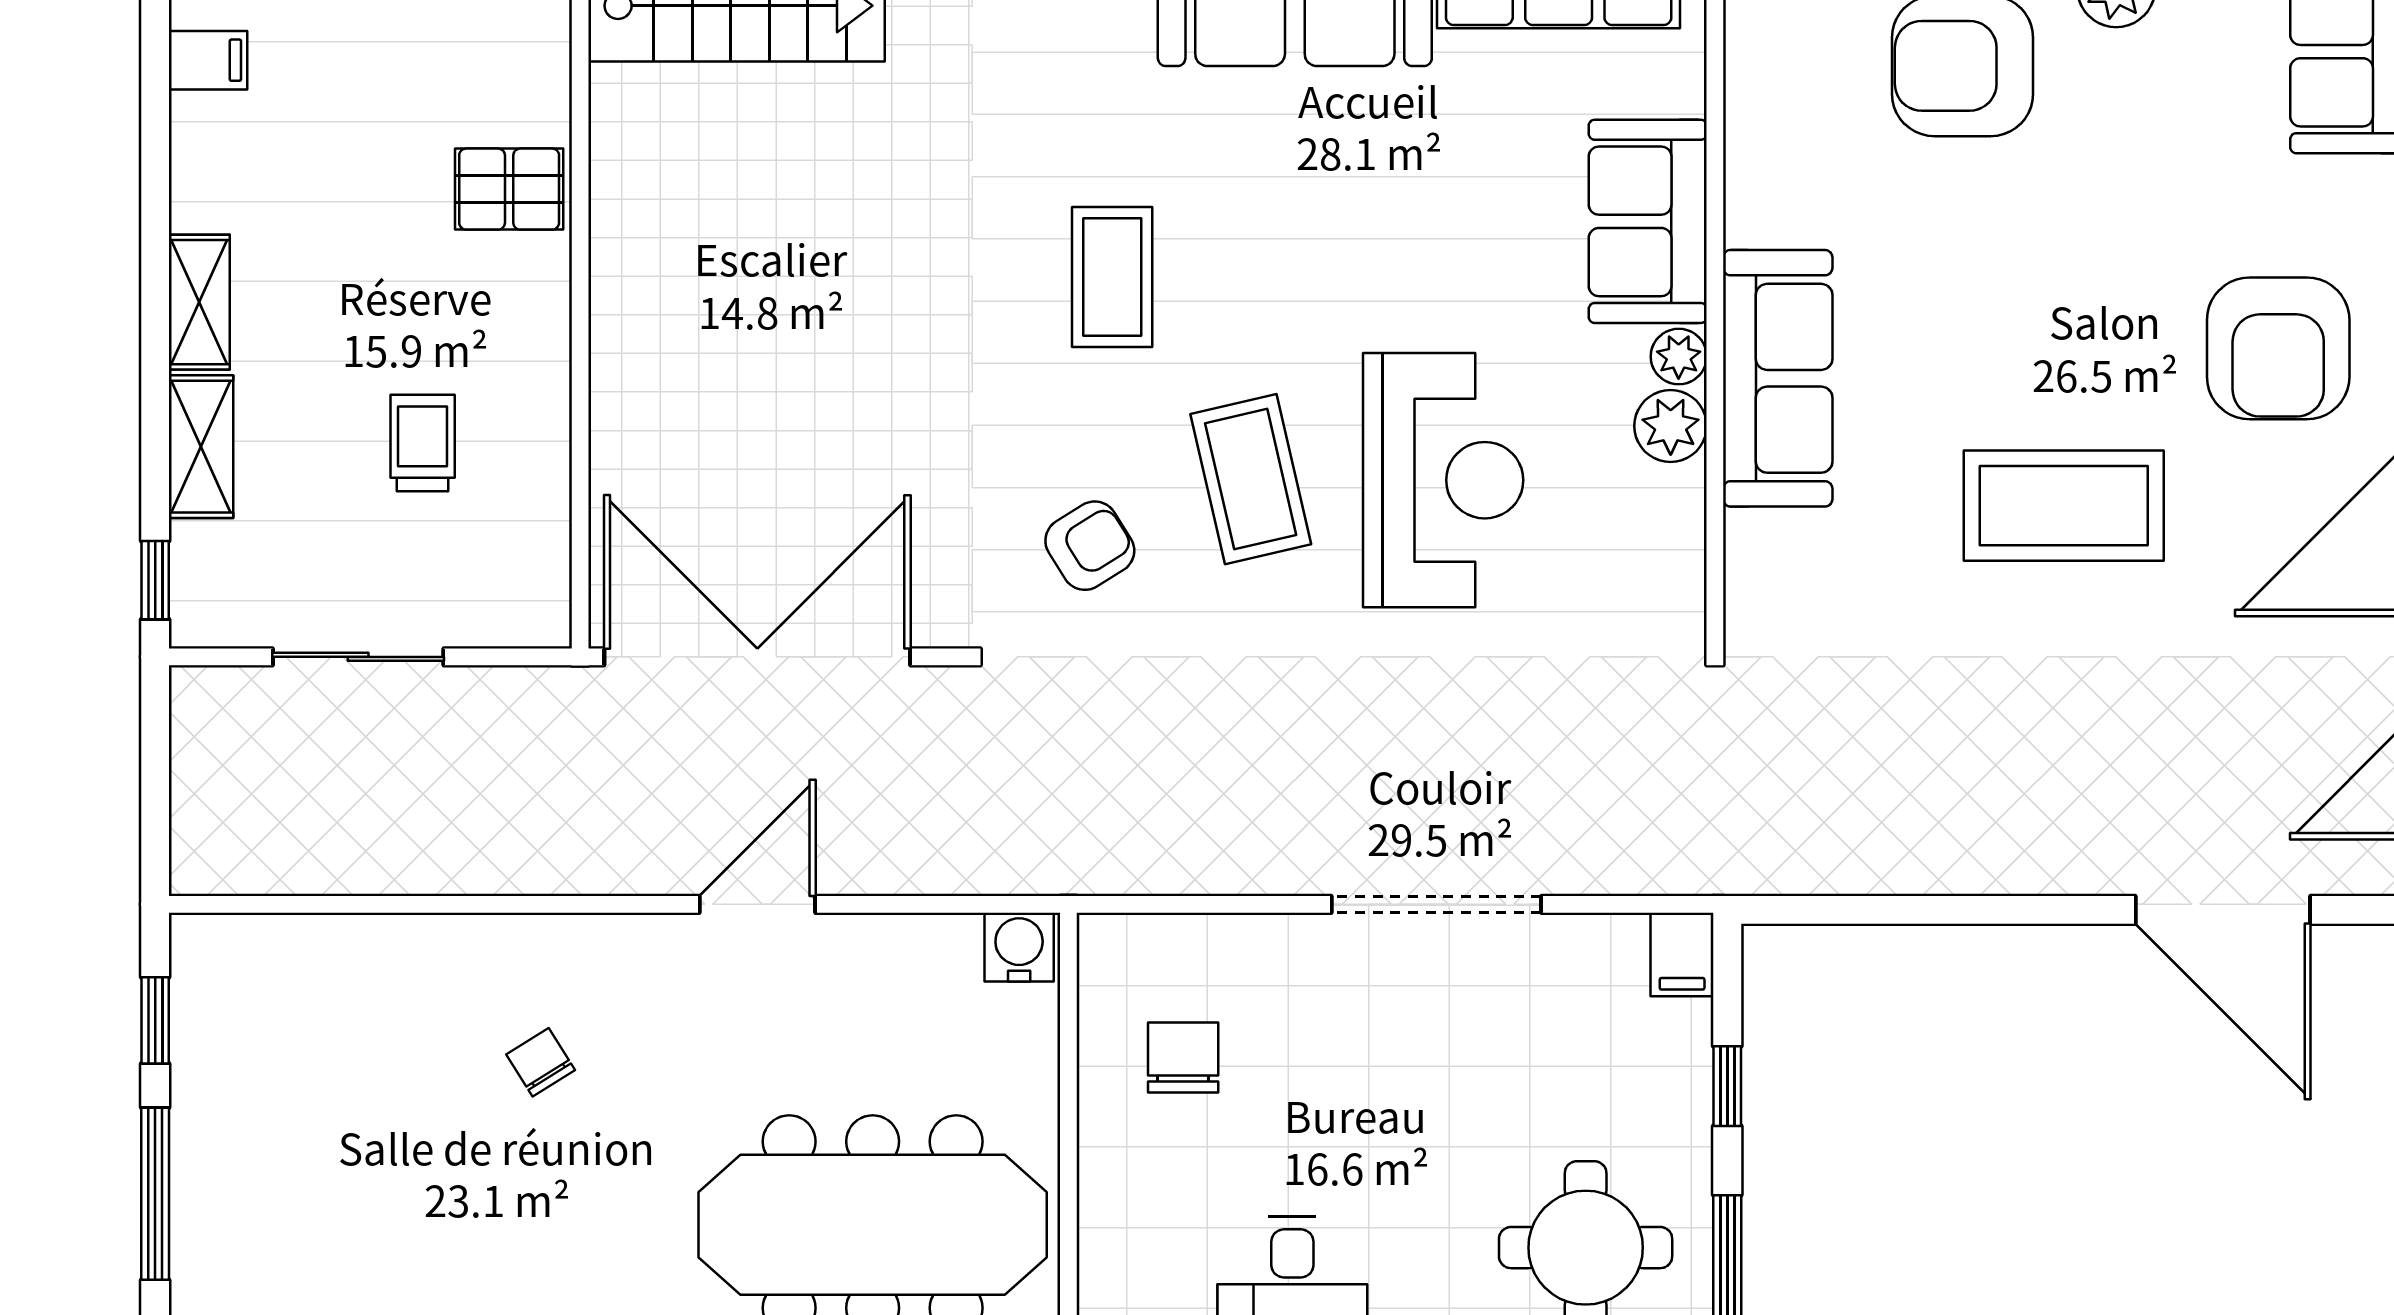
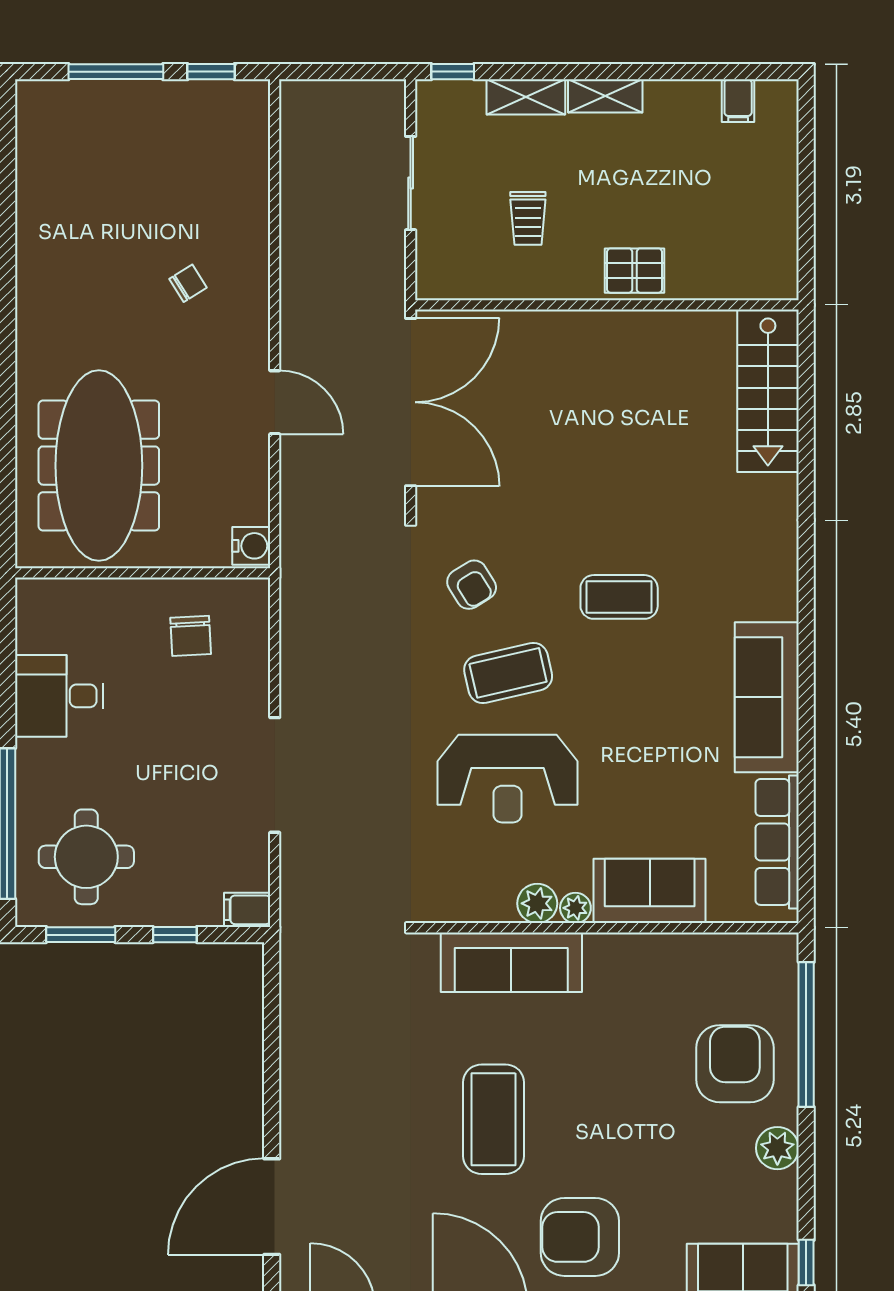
pallet: (509, 189) -> (635, 271), moved, turned 90
sofa: (1778, 378) -> (511, 962), moved
trolley: (423, 443) -> (528, 218), turned 90
chair: (1183, 1058) -> (191, 636), turned 87

